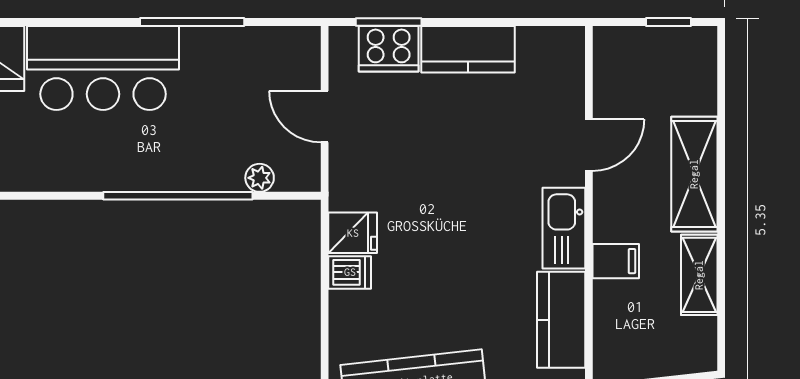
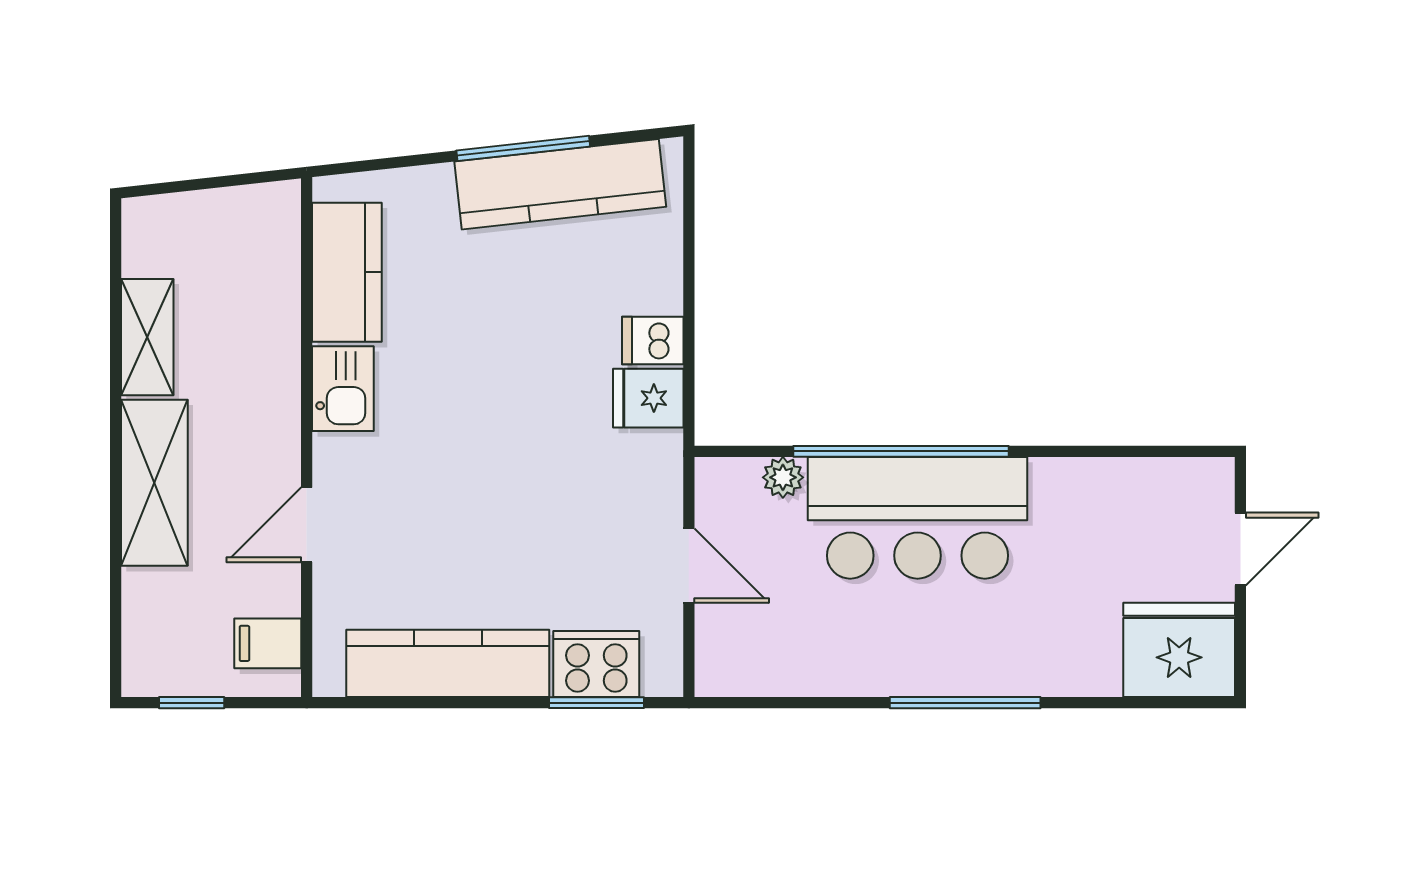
window: (192, 22) -> (965, 703), moved
kitchen counter: (468, 49) -> (448, 663), width x1.50
bar counter: (103, 68) -> (918, 518), moved, turned 180
kitchen sink: (564, 228) -> (343, 389), width x0.73
filing cabinet: (616, 261) -> (268, 643), moved

